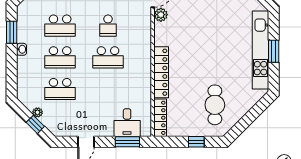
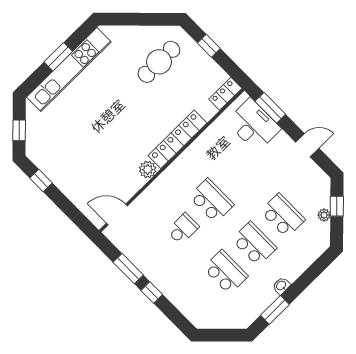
plant: (161, 15) -> (148, 170), moved
locker: (160, 118) -> (225, 94), width x0.66
desk: (127, 123) -> (253, 125), width x1.37

